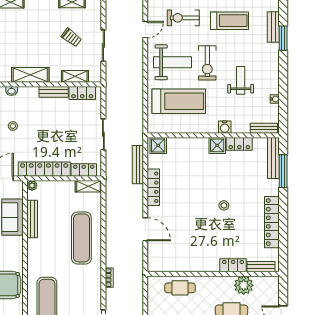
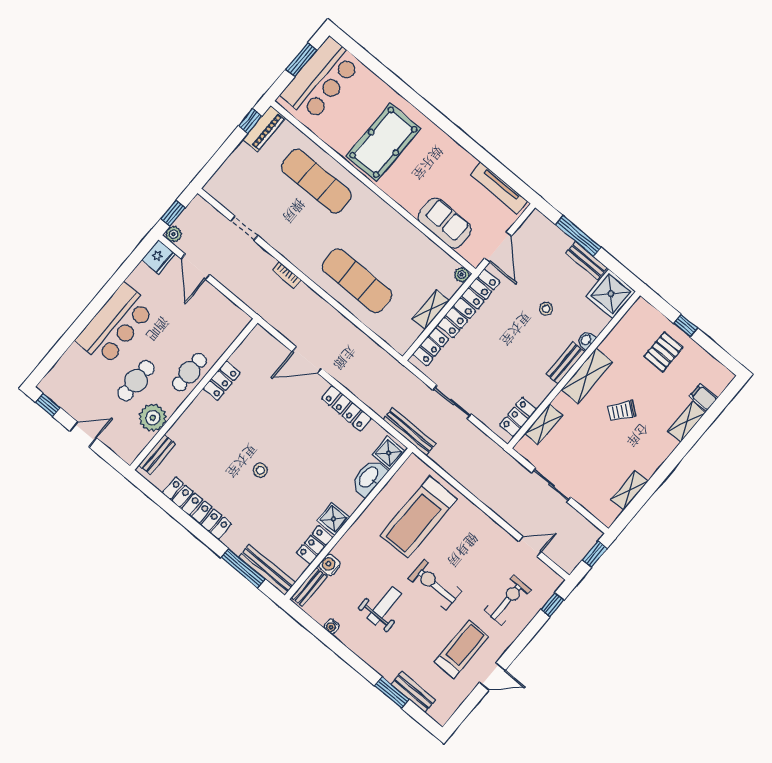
treadmill: (229, 21) -> (461, 649), turned 180
door: (145, 30) -> (530, 547), swing flipped
trolley: (71, 38) -> (622, 411), moved
weight bench: (172, 62) -> (468, 546), removed
weight bench: (241, 80) -> (384, 606), turned -90
bench: (54, 92) -> (566, 363), moved
water cooler: (225, 127) -> (330, 565), moved
washbasin: (180, 145) -> (369, 478), added
bench: (138, 165) -> (409, 432), moved
shelving: (88, 186) -> (431, 310), moved
bench: (32, 219) -> (424, 243), removed
locker: (233, 265) -> (222, 381), moved
cafe table: (180, 288) -> (189, 372), moved

